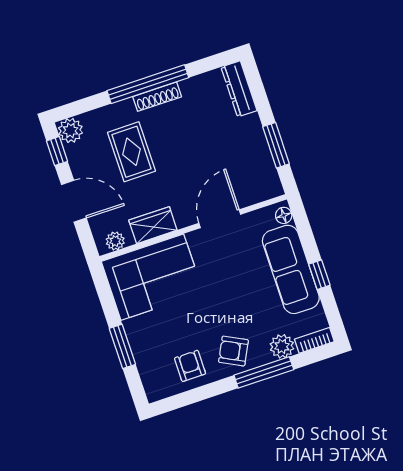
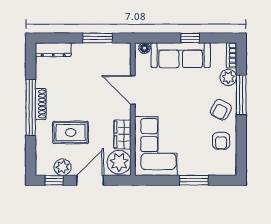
plant: (70, 130) -> (63, 167), moved
plant: (115, 241) -> (119, 162), width x1.87, depth x1.87
armchair: (190, 366) -> (221, 141), turned -90

